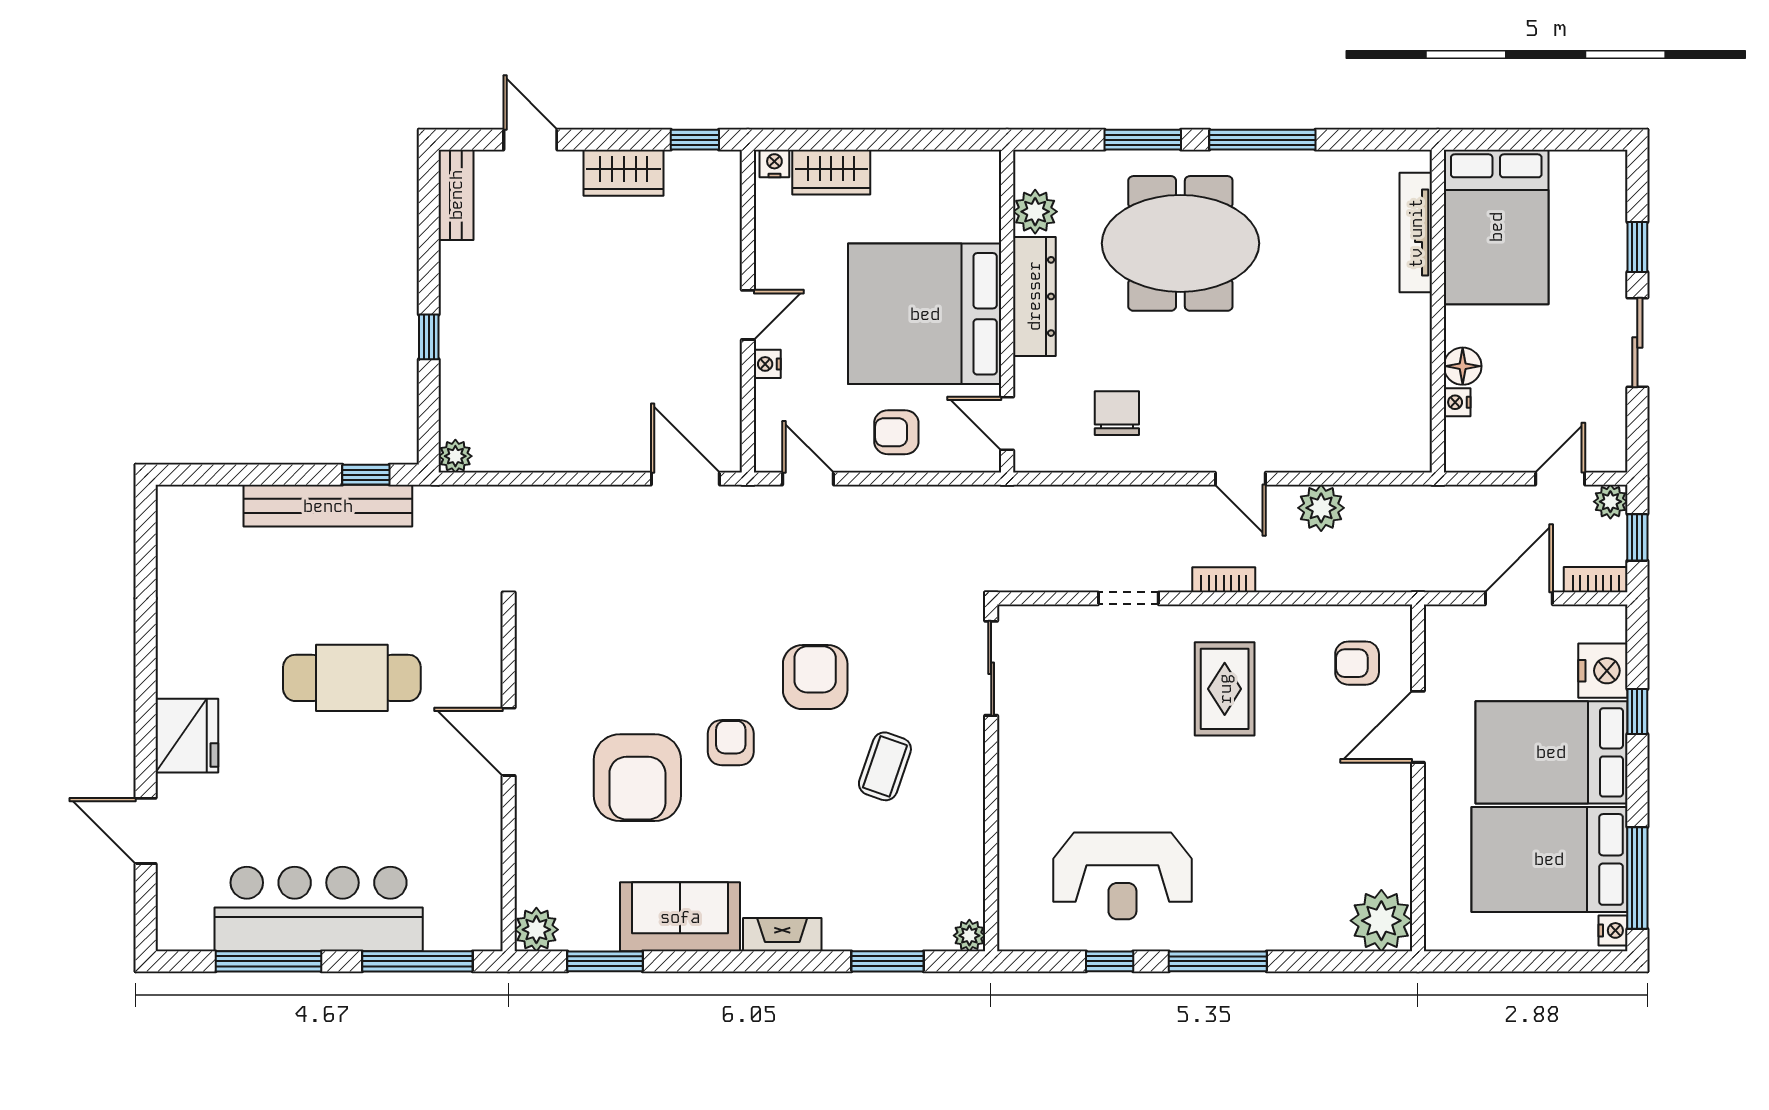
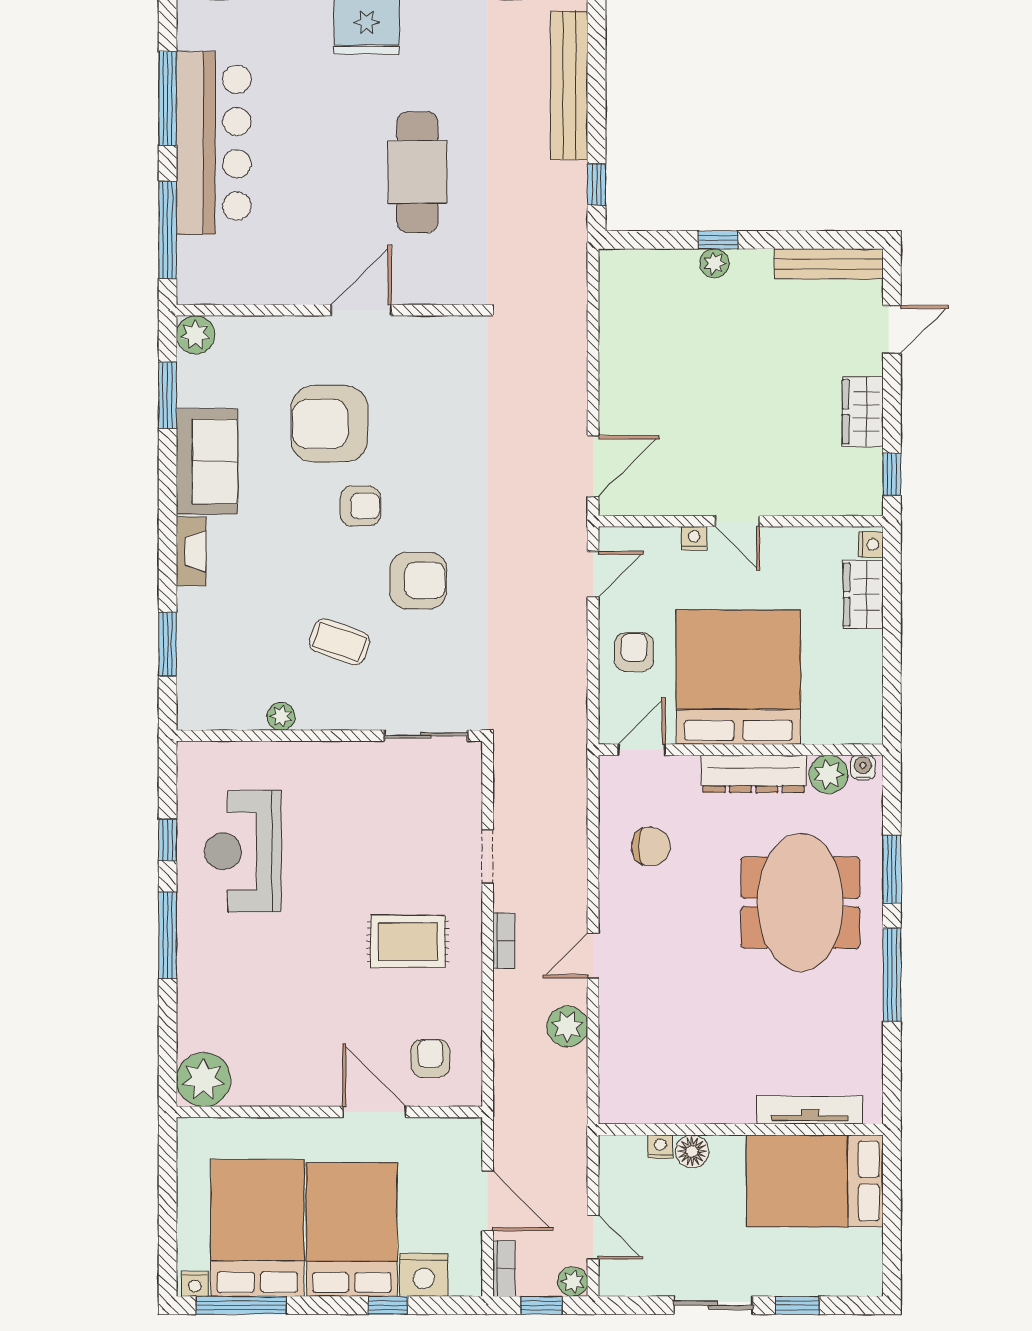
water cooler: (1027, 173) -> (863, 767), added
bench: (456, 195) -> (829, 264), width x1.36
plant: (455, 456) -> (714, 263), moved
bench: (328, 506) -> (569, 85), moved
plant: (969, 936) -> (281, 716), moved

